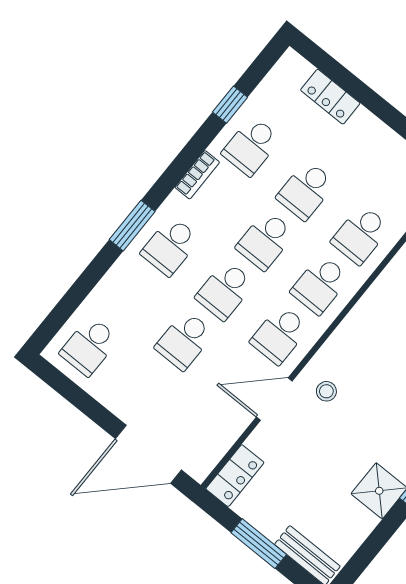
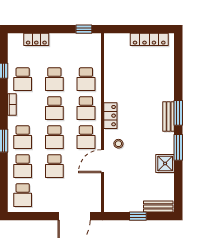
school desk: (130, 296) -> (23, 166), added
locker: (235, 476) -> (110, 116), moved
window: (259, 544) -> (138, 216), width x0.67

